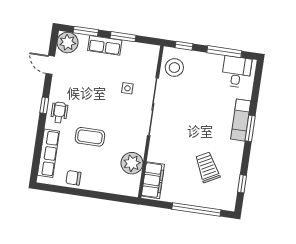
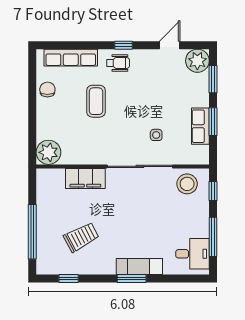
row of seats: (105, 45) -> (200, 126), moved
plant: (132, 163) -> (48, 152), moved
filing cabinet: (153, 180) -> (85, 179), moved

